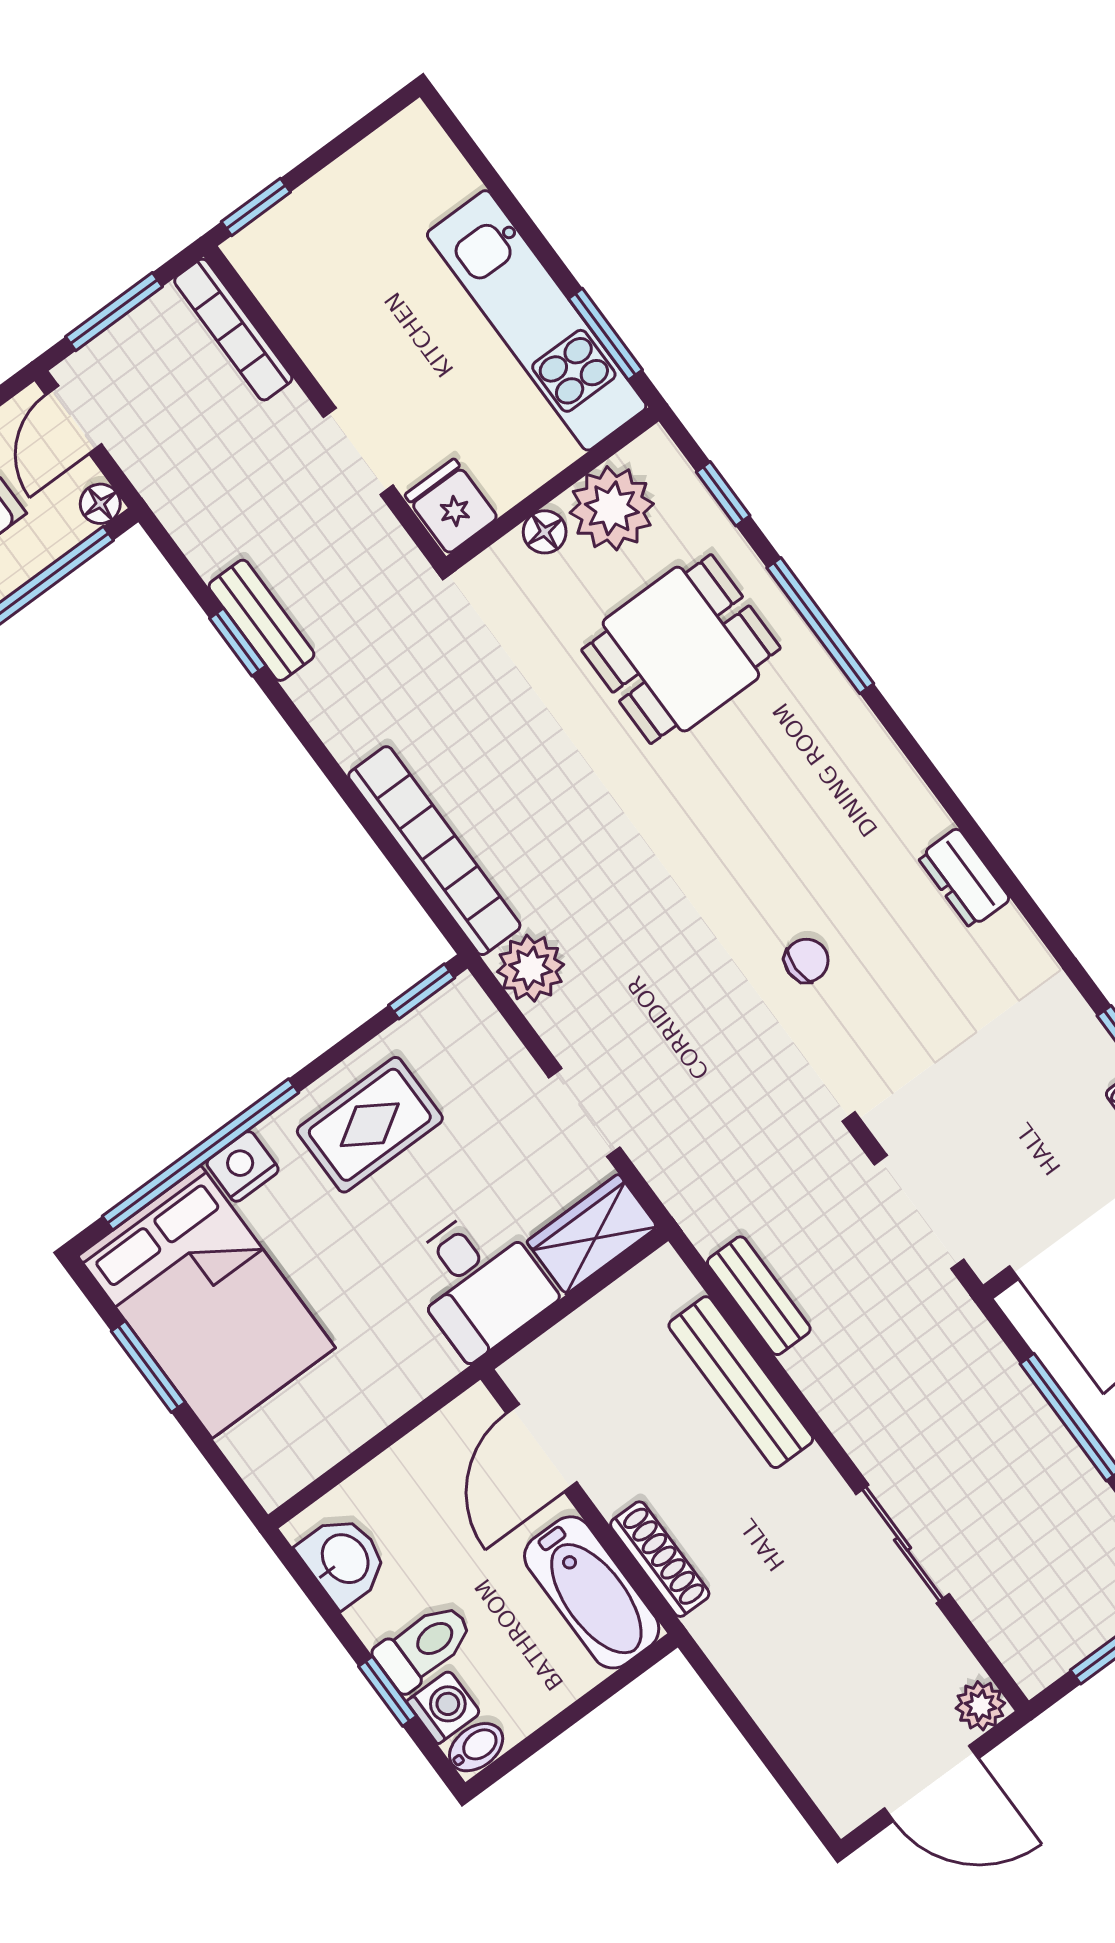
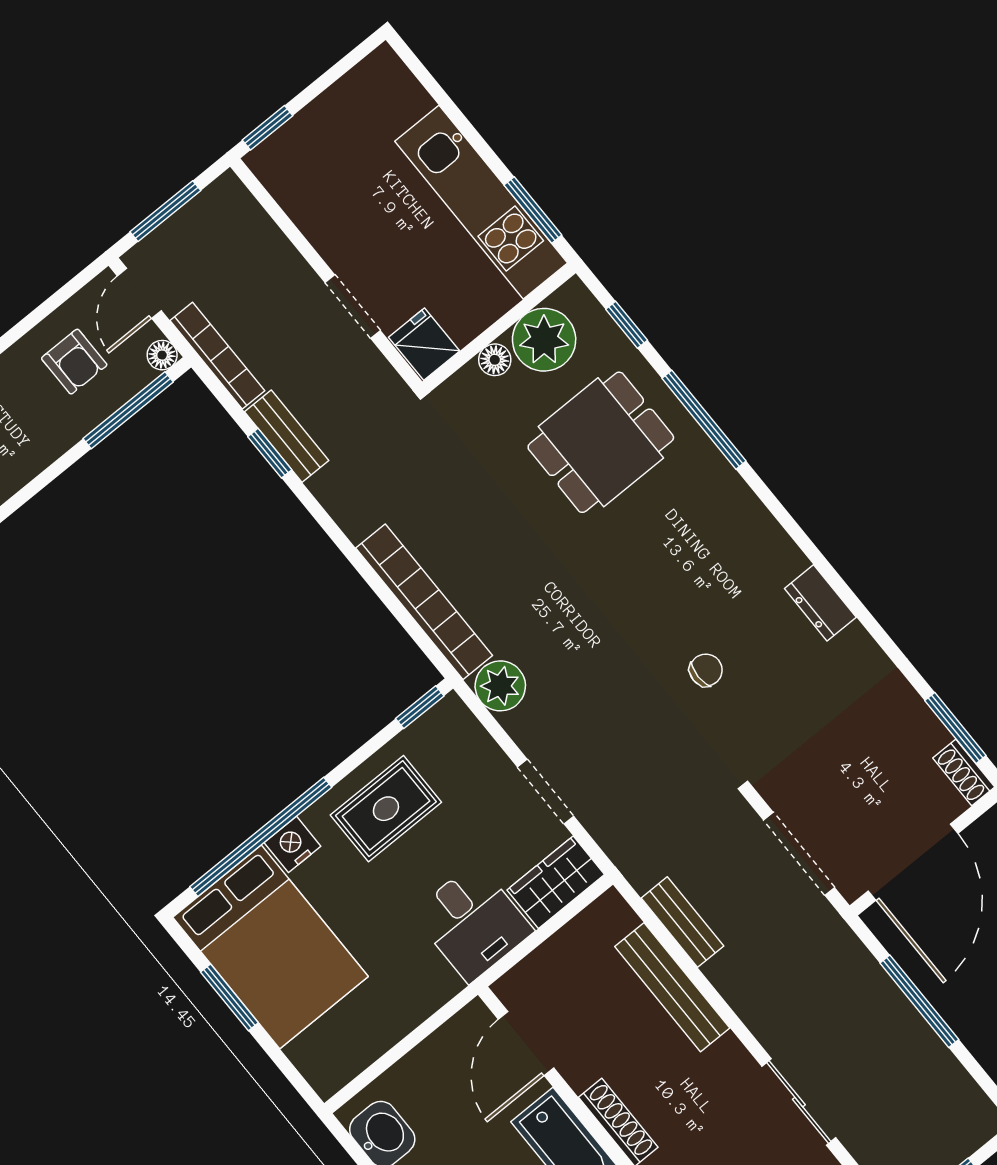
bookcase: (233, 330) -> (217, 356), moved, turned 180

